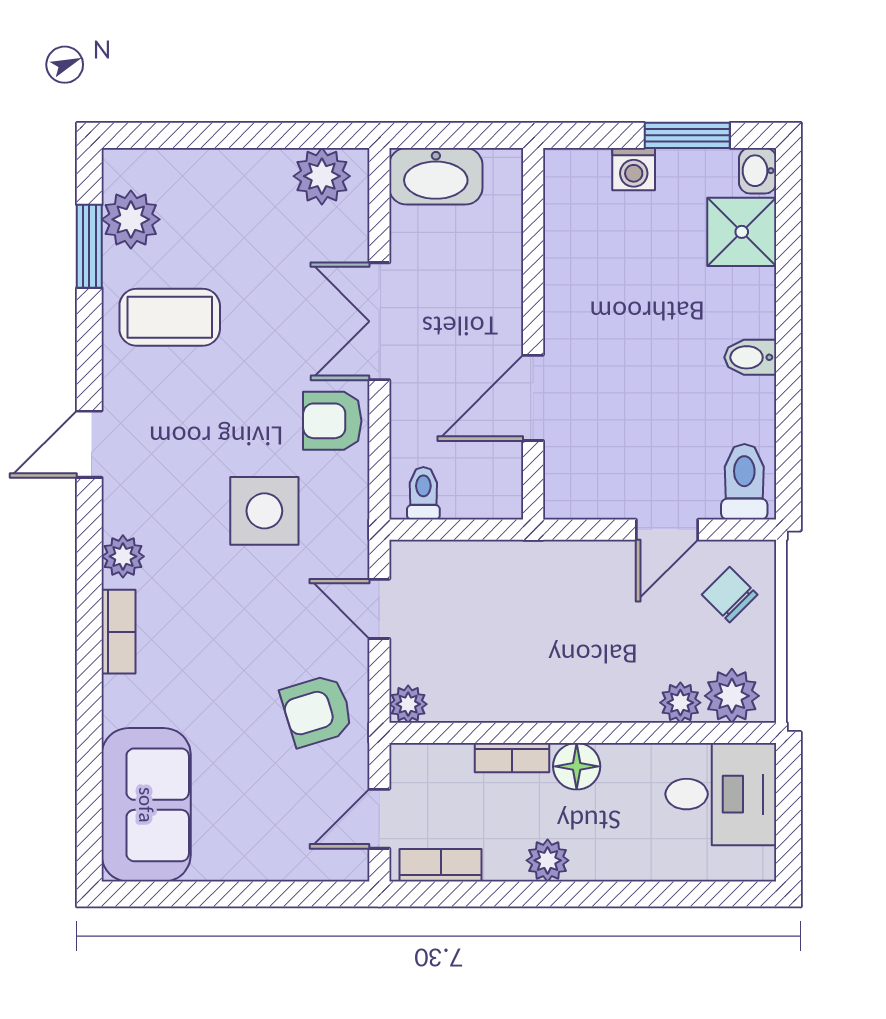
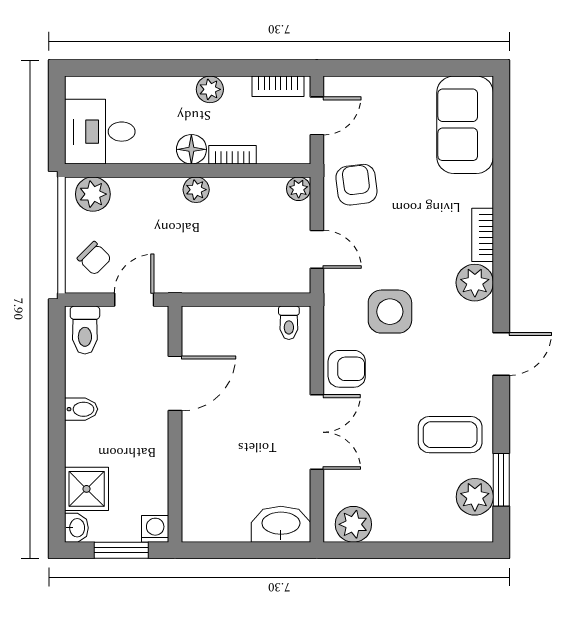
wall: (533, 334) -> (175, 424), moved
door: (533, 398) -> (175, 383), moved
plant: (123, 556) -> (475, 283), width x1.38, depth x1.38
plant: (680, 703) -> (196, 190), moved
armchair: (317, 711) -> (356, 185), turned -80

